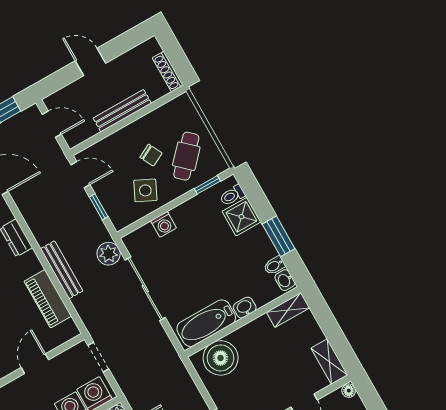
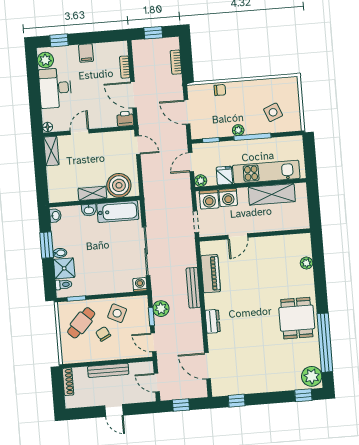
washing machine: (164, 224) -> (140, 285), moved
plant: (109, 254) -> (161, 309), moved
bidet: (274, 266) -> (60, 253), moved
shelving: (288, 310) -> (92, 193), moved

